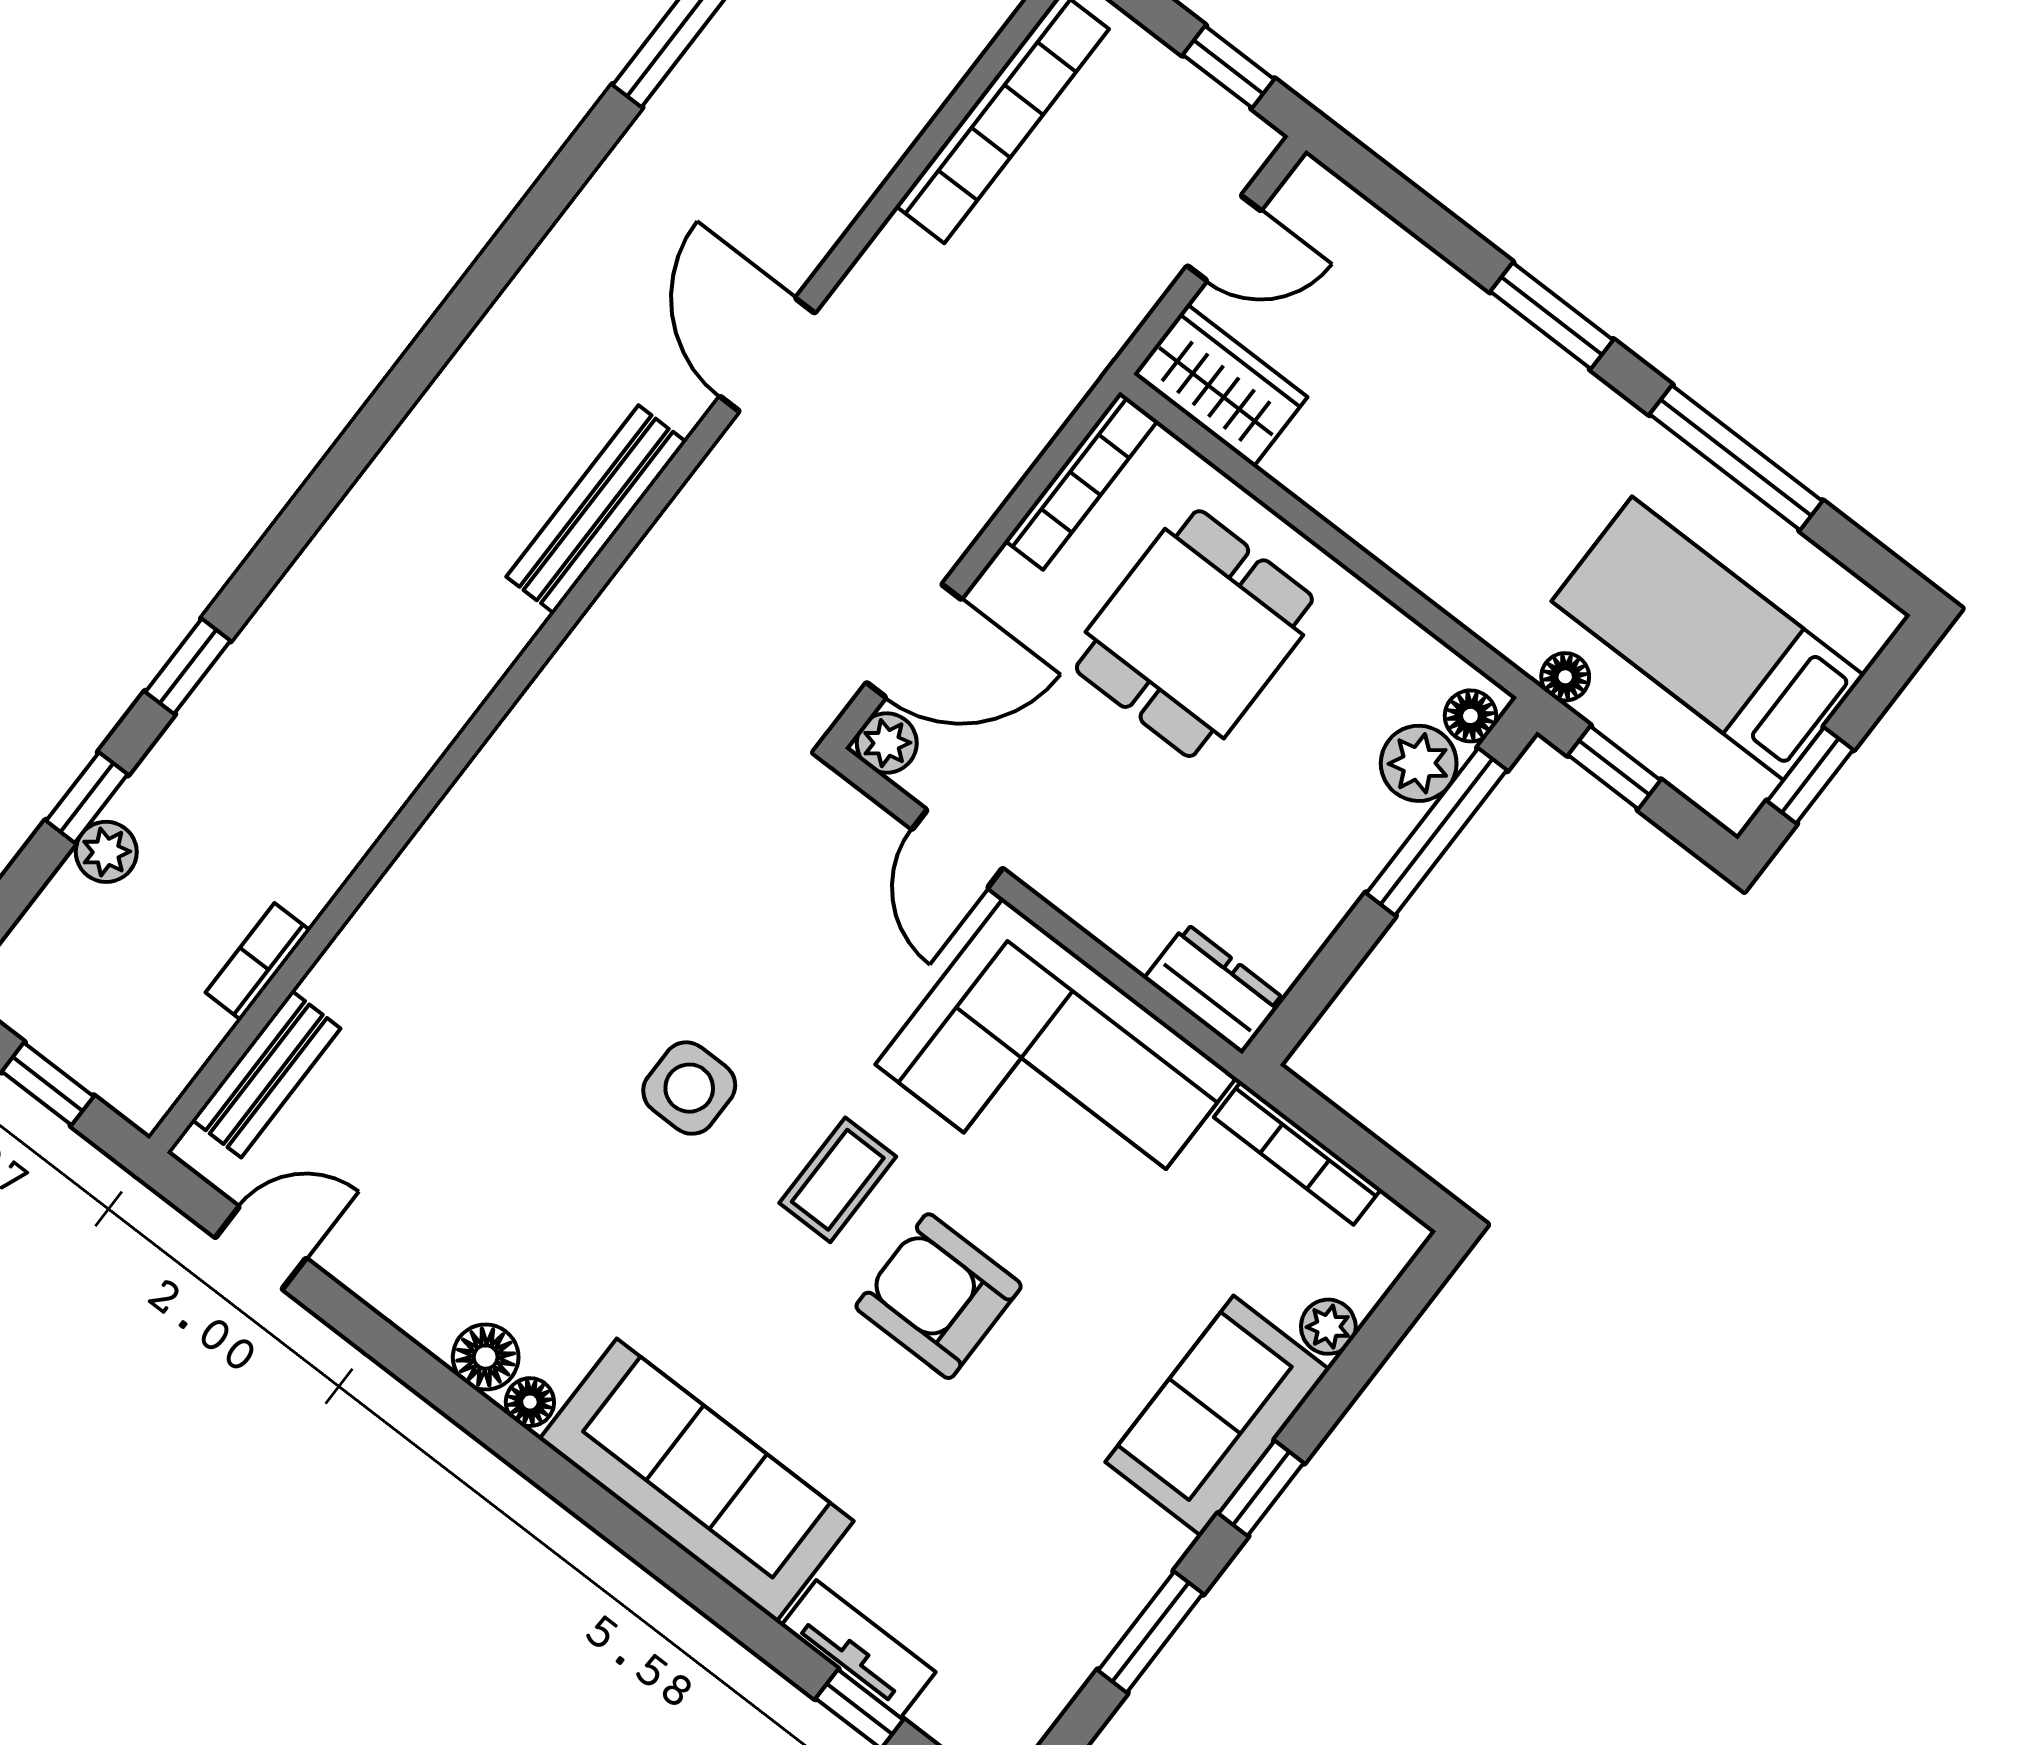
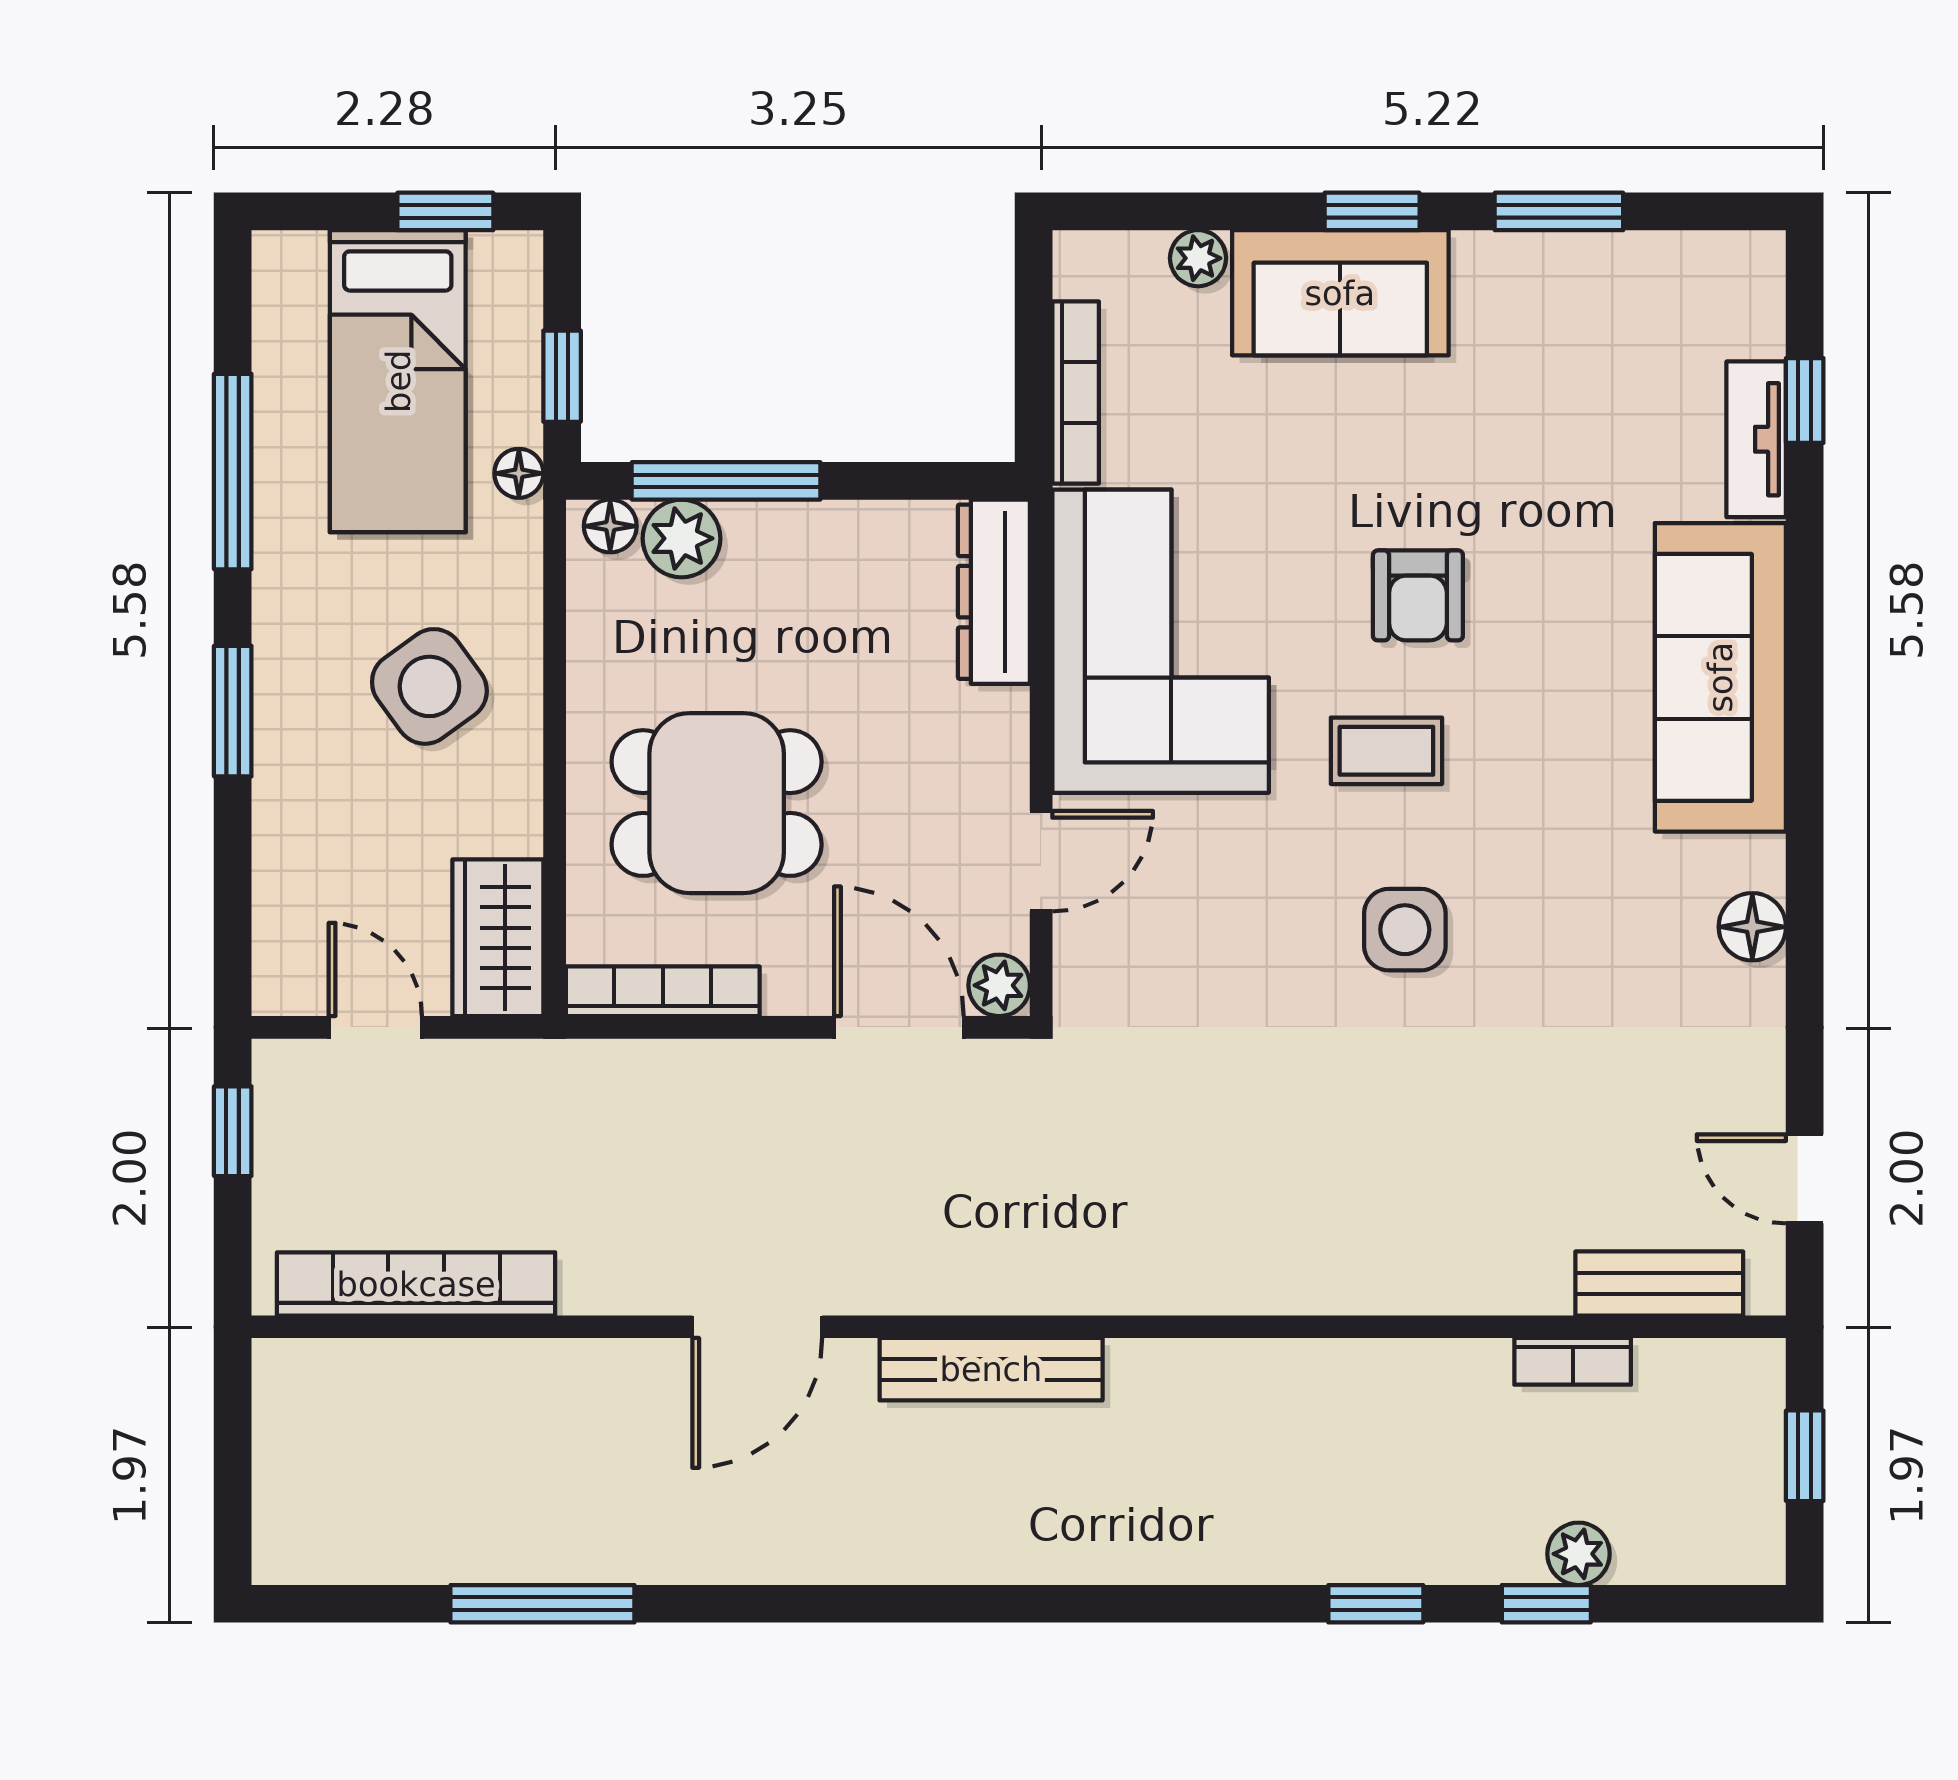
side table: (1454, 482) -> (429, 686), added
dresser: (1214, 989) -> (994, 592), width x1.44
armchair: (939, 1296) -> (1418, 595), width x0.72, depth x0.72
floor lamp: (530, 1402) -> (1761, 862), removed

